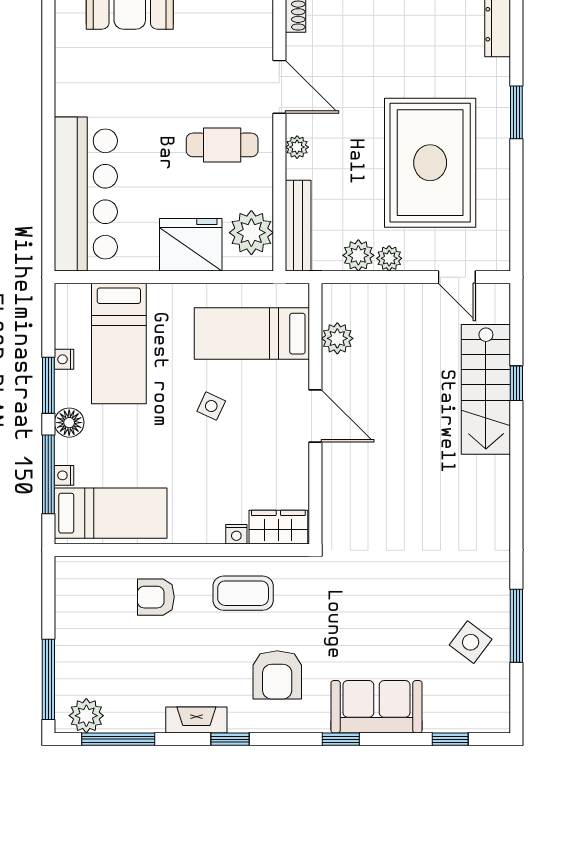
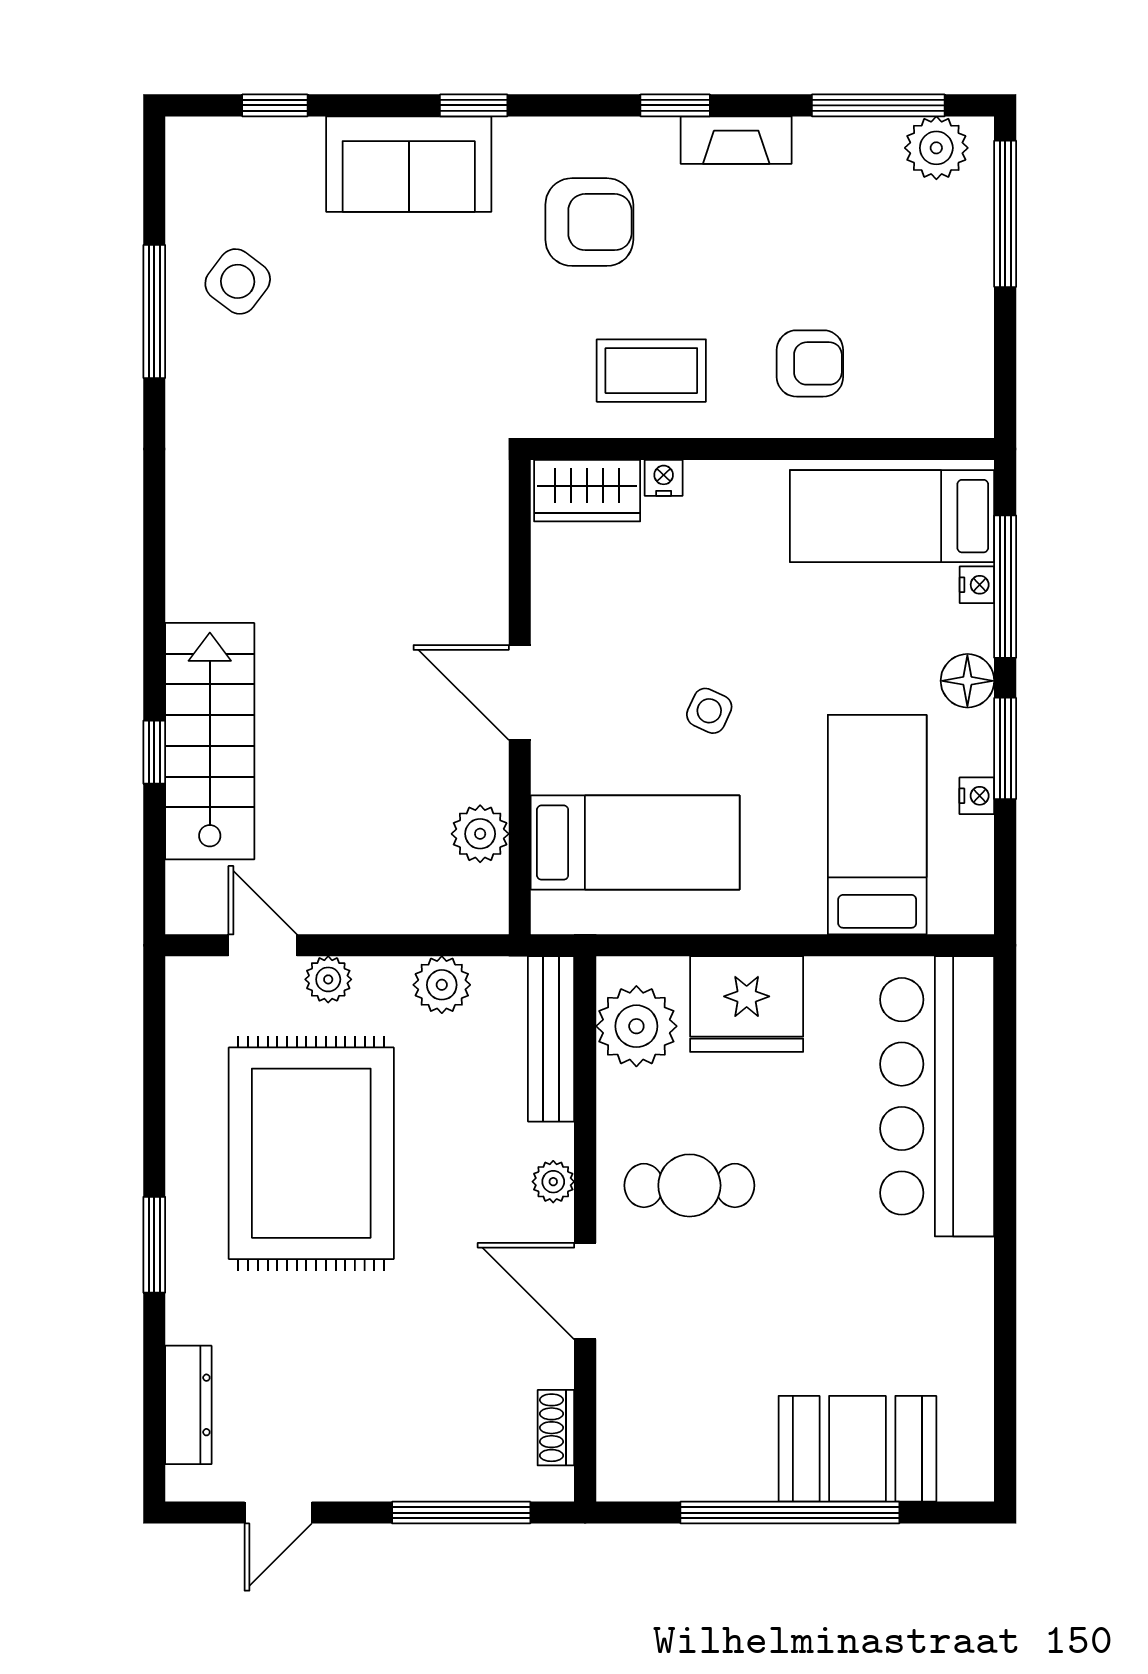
plant: (389, 258) -> (328, 979), moved
armchair: (277, 675) -> (589, 222), turned 90

